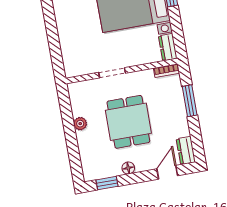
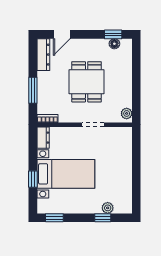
plant: (80, 124) -> (127, 113), moved
dresser: (186, 150) -> (43, 55), width x1.44
floor lamp: (128, 168) -> (114, 44), moved

